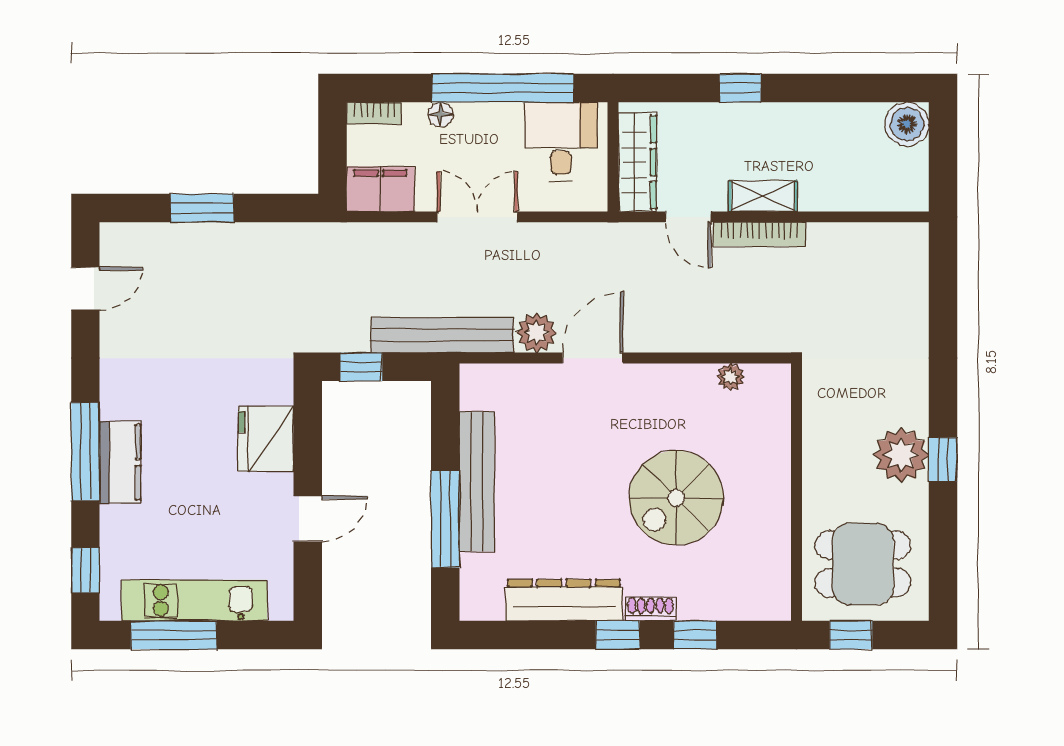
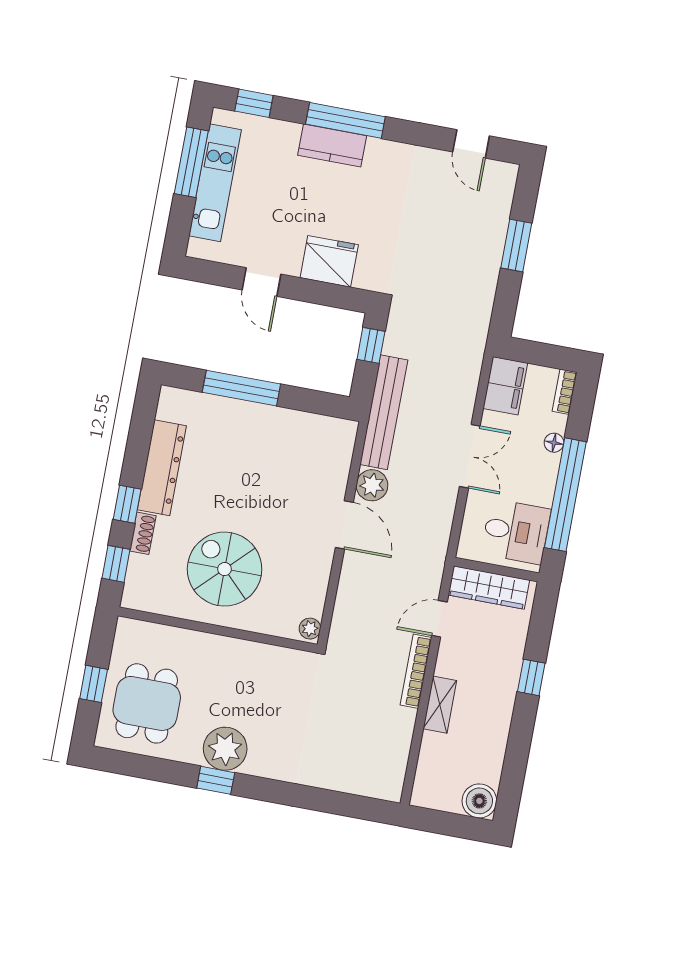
shelving: (763, 196) -> (440, 705), moved
bench: (477, 482) -> (266, 418), removed
wall: (797, 492) -> (218, 630), moved

